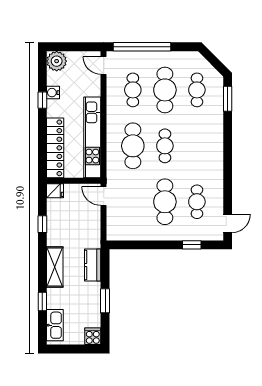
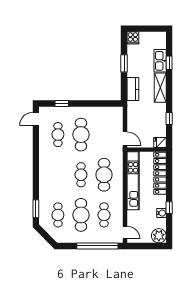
kitchen sink: (55, 325) -> (160, 61), moved

